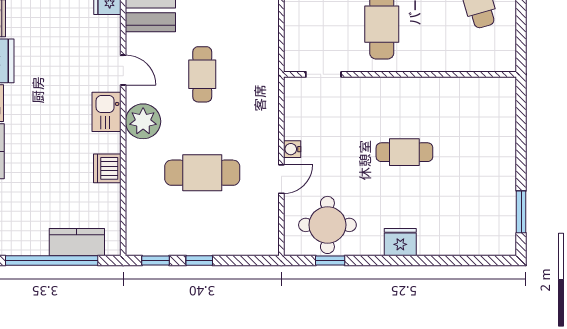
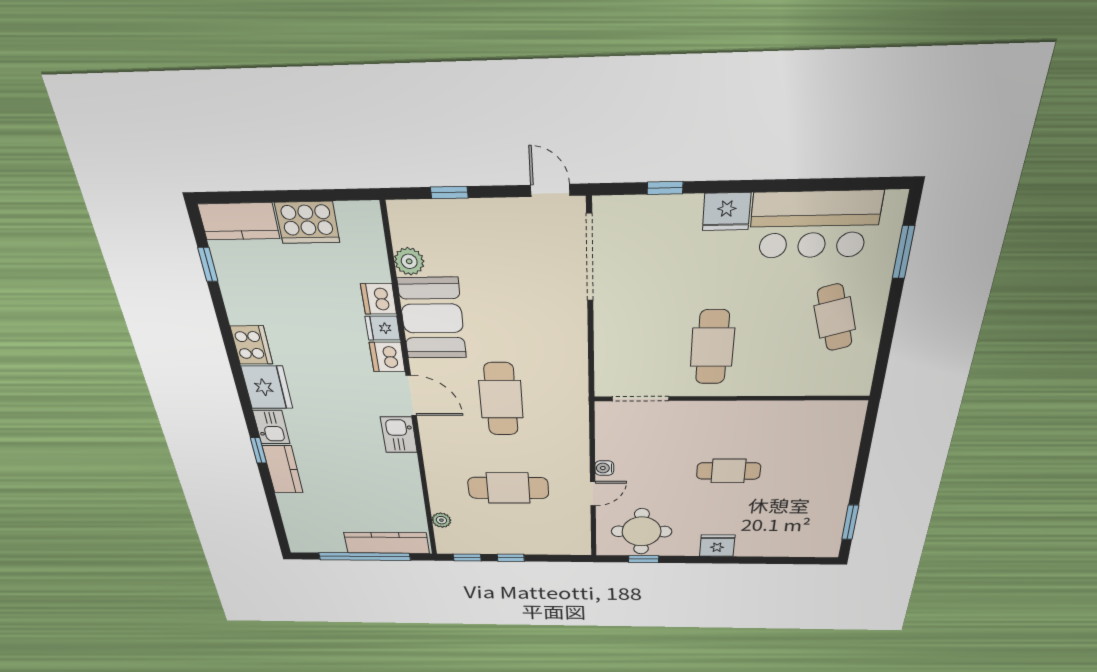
door: (123, 70) -> (411, 396), width x1.38
cafe table: (202, 74) -> (501, 399), width x1.37, depth x1.35
doorway: (323, 74) -> (640, 399), width x1.38
plant: (143, 121) -> (441, 520), moved, width x0.53, depth x0.53
dishwasher: (107, 168) -> (387, 357), moved
kitchen counter: (77, 242) -> (387, 543), width x1.50

